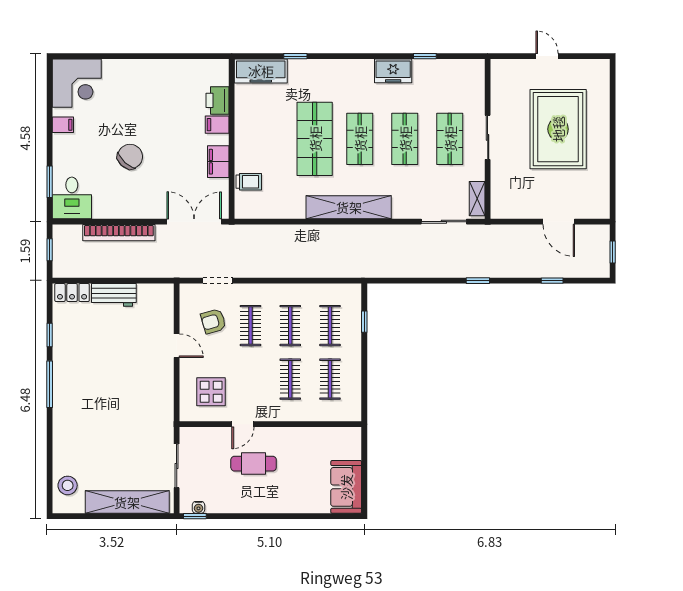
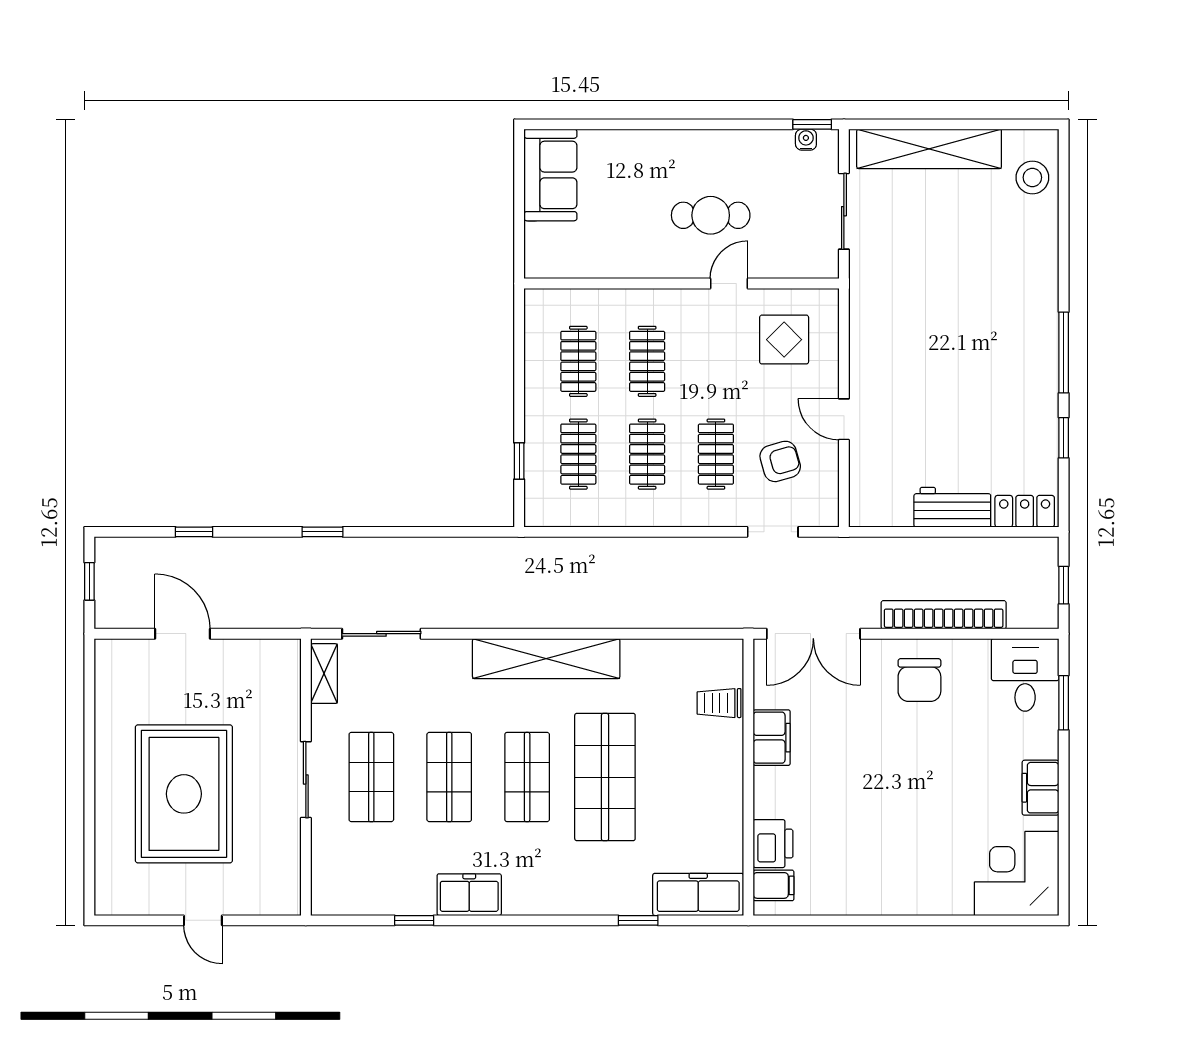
filing cabinet: (63, 125) -> (1040, 788), width x2.00
filing cabinet: (217, 125) -> (774, 885), moved
chair: (130, 157) -> (919, 680), moved, turned -43

